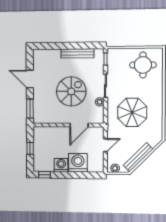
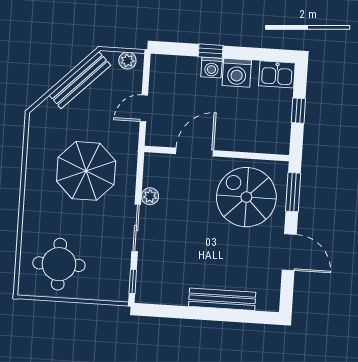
bench: (77, 53) -> (222, 299), moved
spiral stairs: (71, 91) -> (246, 197), moved, turned 90
washing machine: (78, 163) -> (212, 68), width x0.53, depth x0.53
kitchen sink: (42, 165) -> (277, 74), added
window: (45, 175) -> (211, 51), moved

